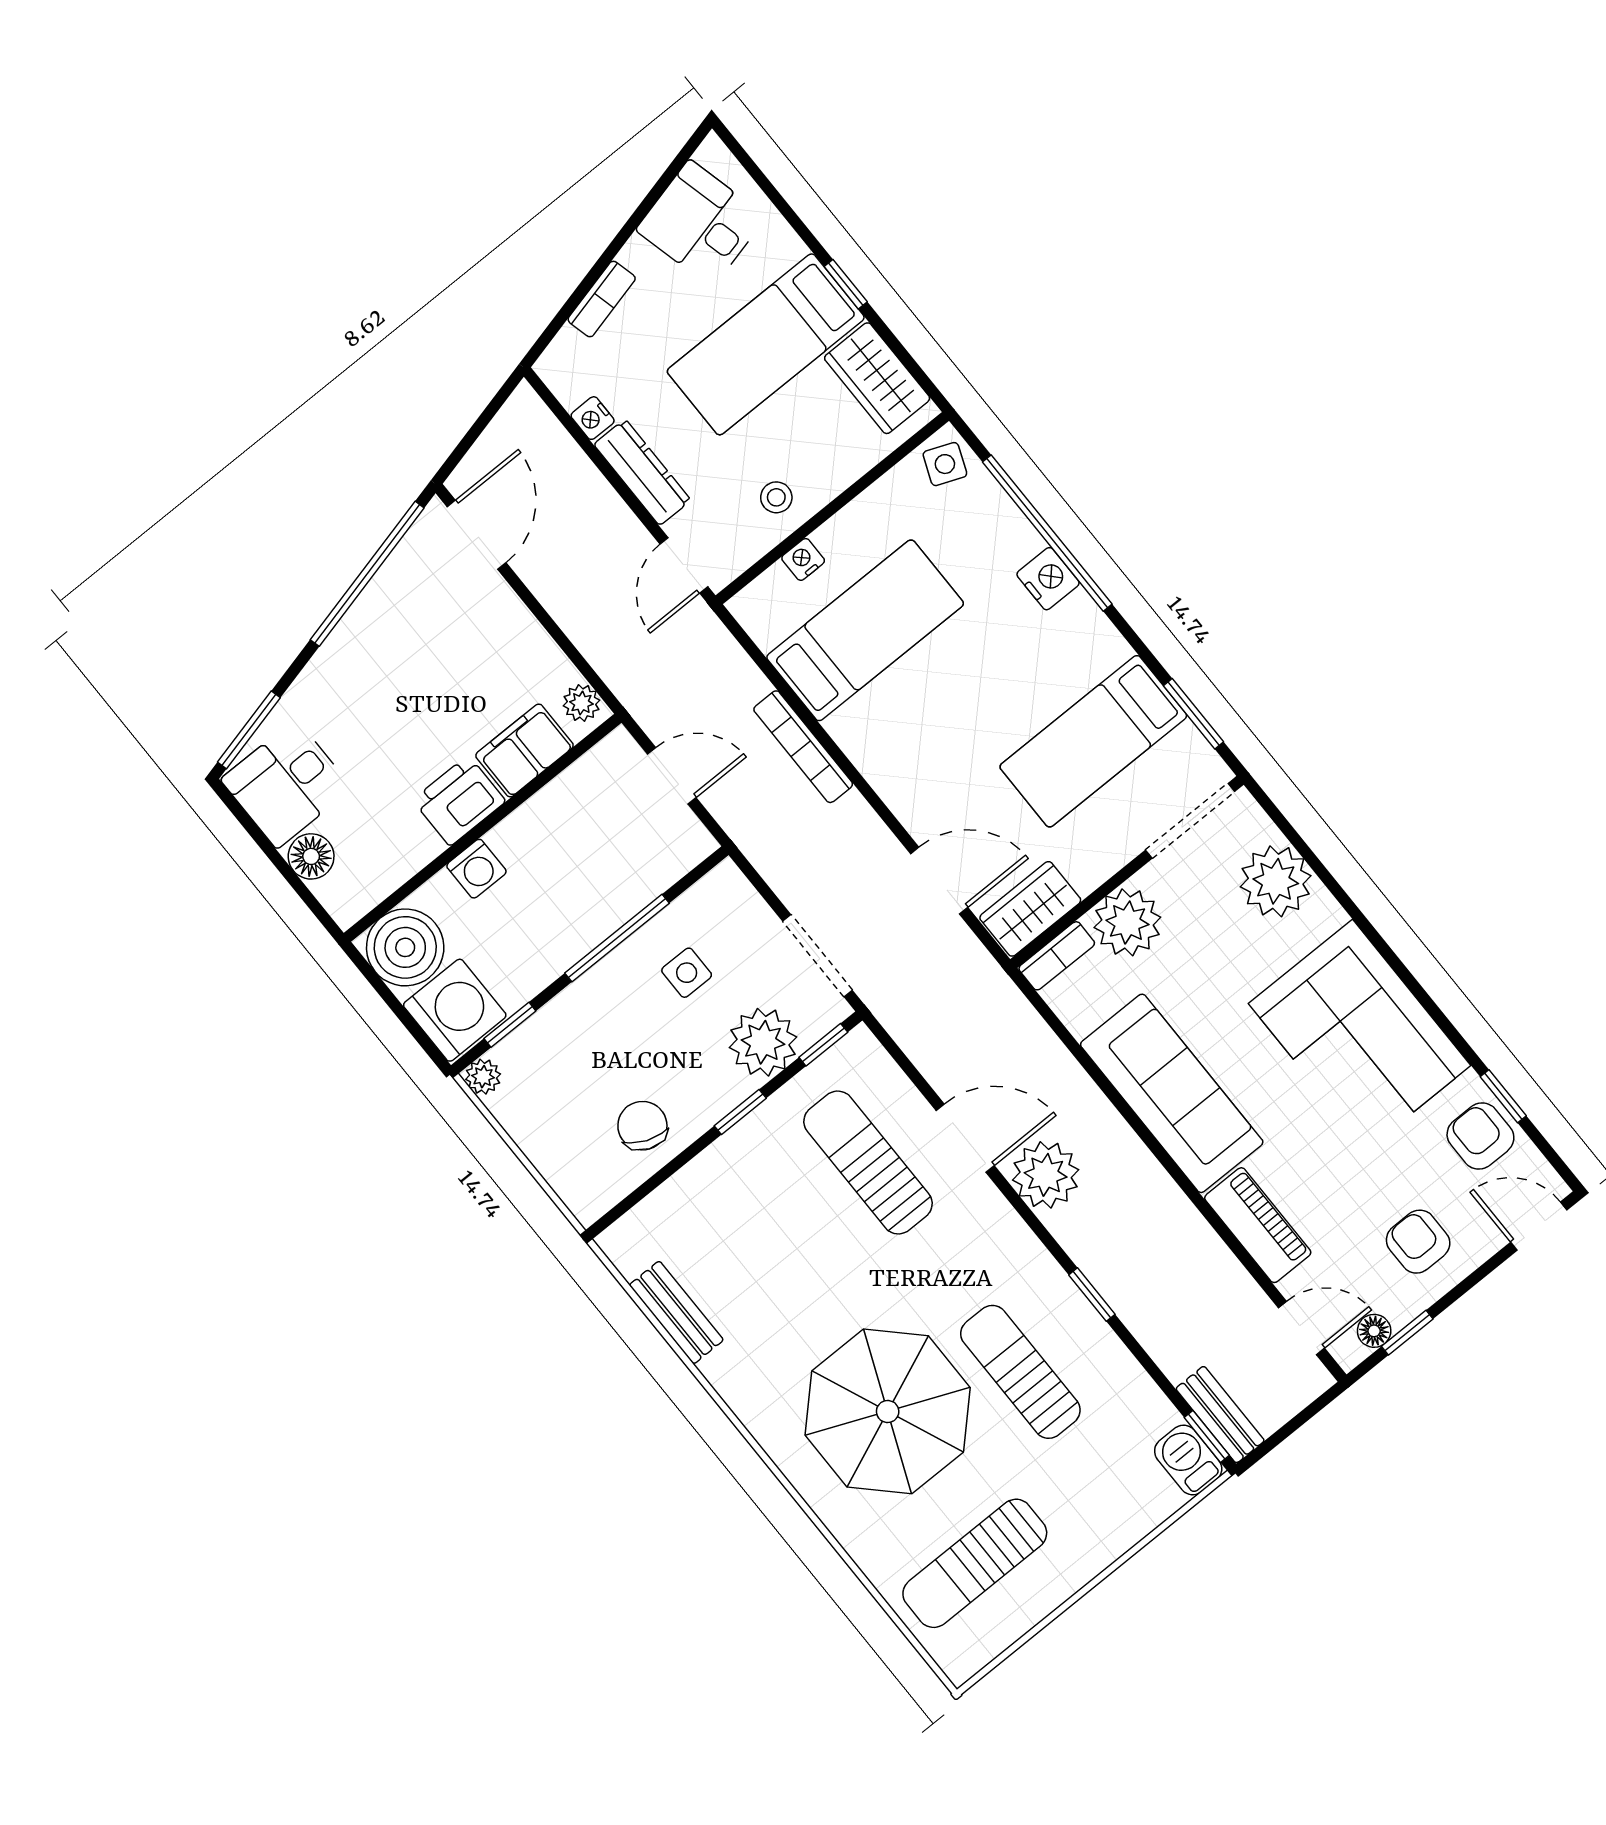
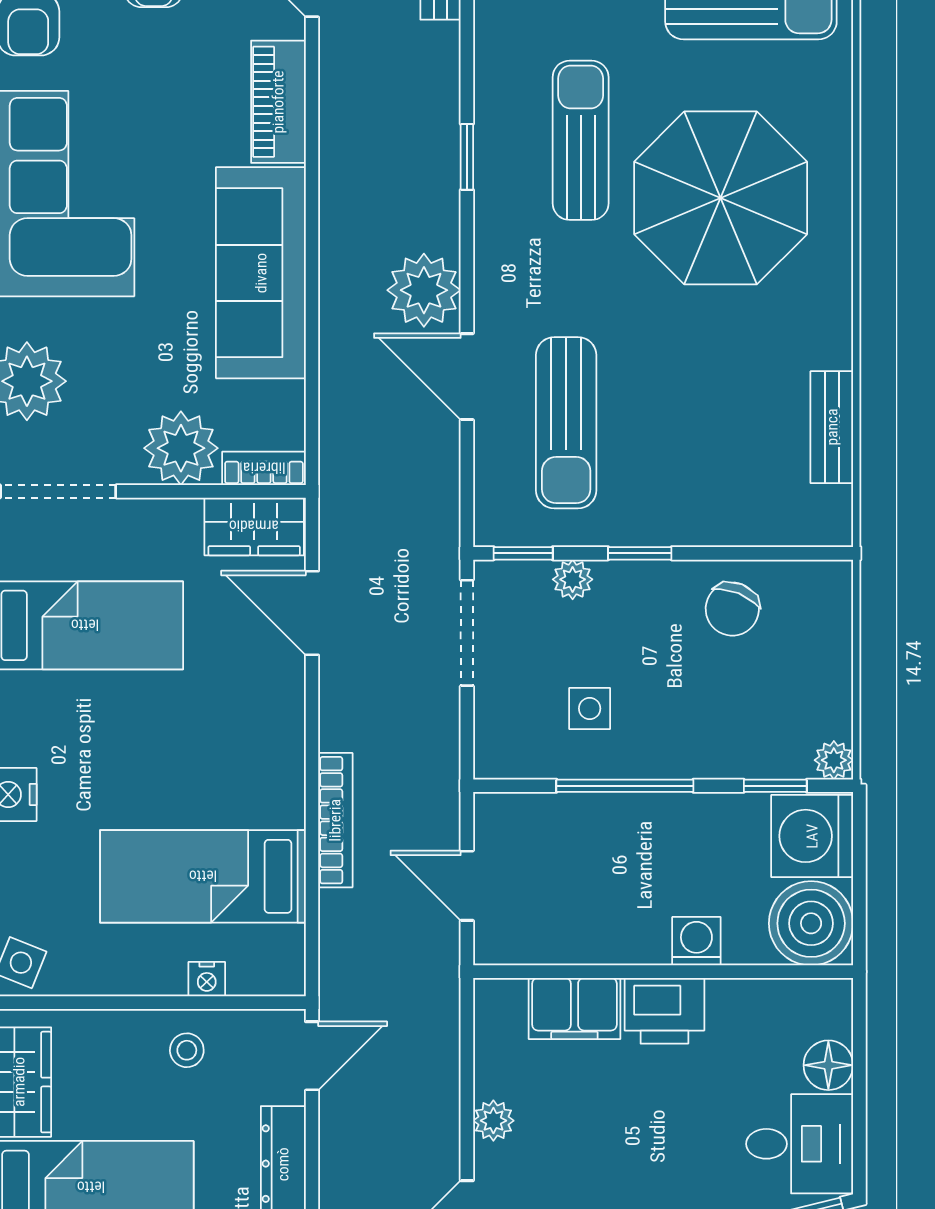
plant: (581, 703) -> (493, 1121), moved
plant: (763, 1042) -> (573, 579), width x0.53, depth x0.53
sun lounger: (1020, 1372) -> (581, 140), turned 180

